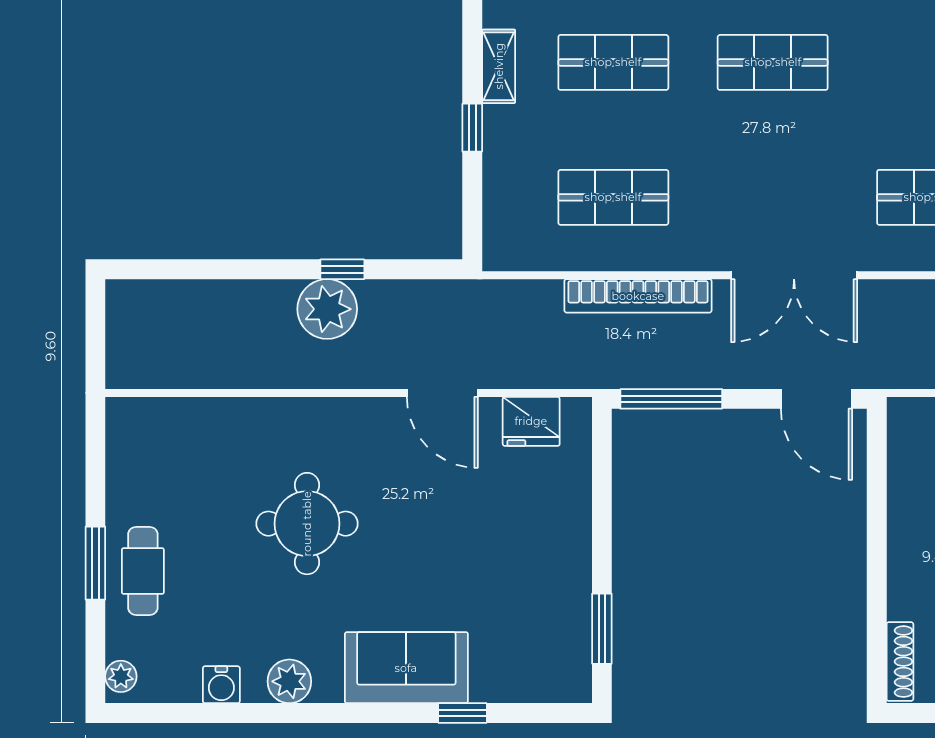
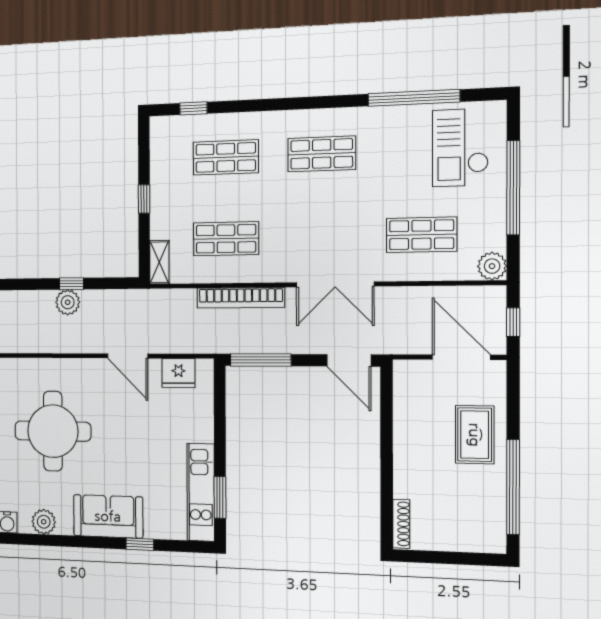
shelving: (499, 66) -> (159, 262), moved
plant: (327, 309) -> (68, 302), width x0.73, depth x0.73
round table: (307, 524) -> (53, 431), width x1.36, depth x1.36
kitchen unit: (569, 621) -> (201, 492), added

